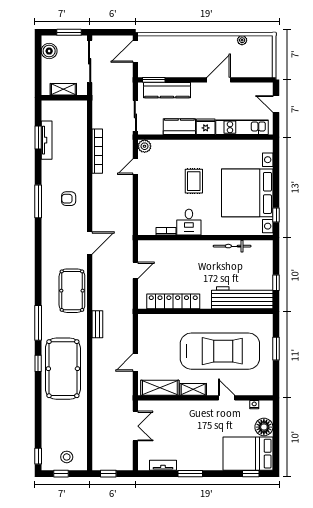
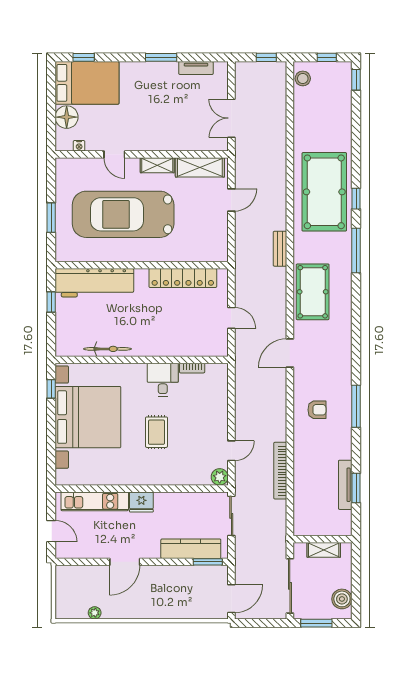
kitchen counter: (179, 127) -> (175, 502), removed
door: (135, 270) -> (231, 318), swing flipped
stool: (67, 457) -> (303, 78), moved

